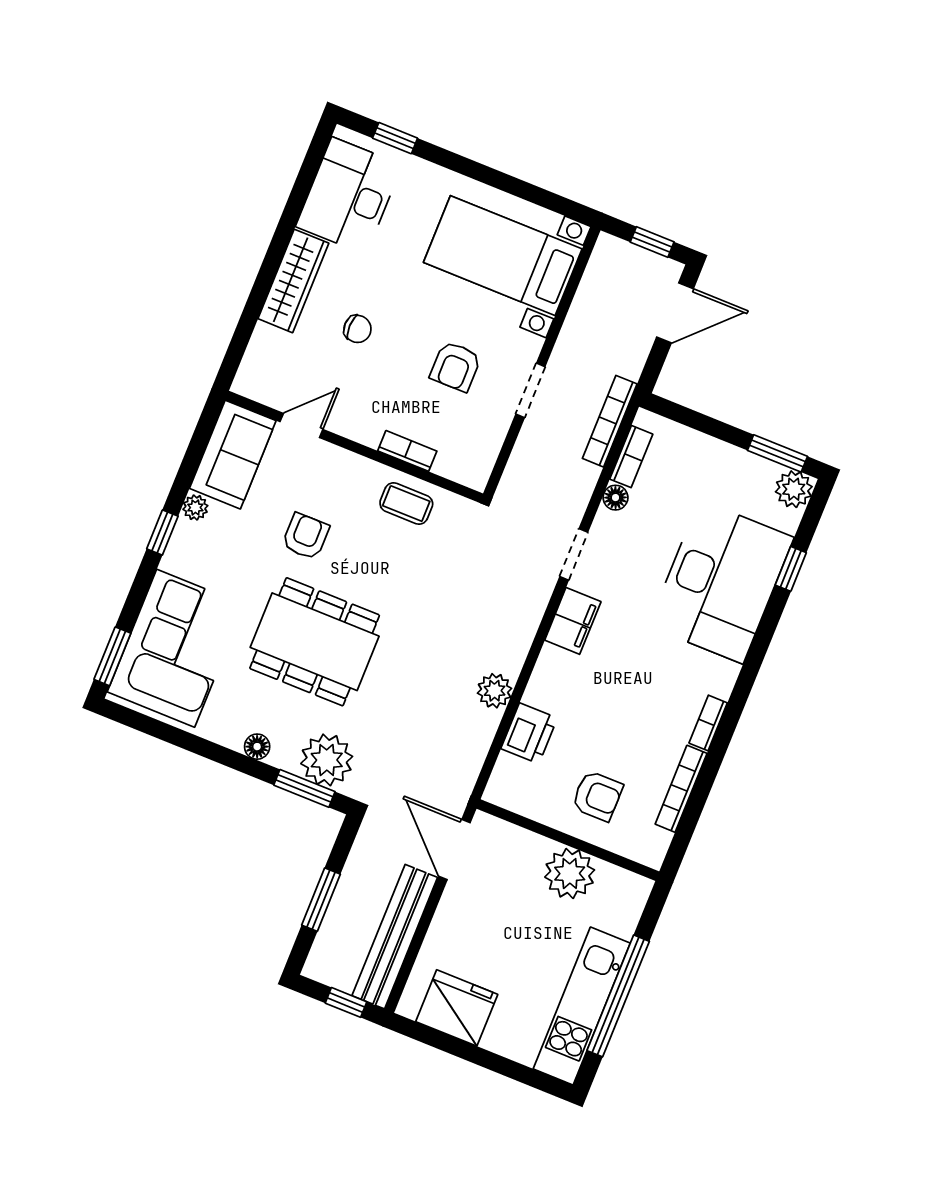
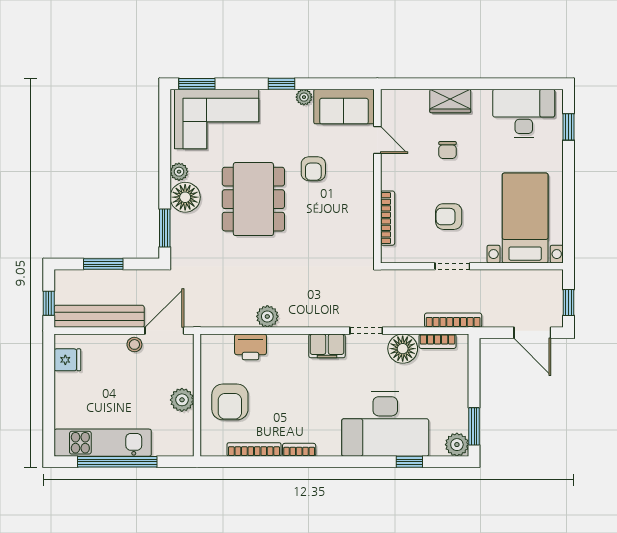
wardrobe: (293, 281) -> (450, 101), width x0.67
bookcase: (407, 451) -> (388, 218), width x1.56
floor lamp: (615, 498) -> (403, 349), width x1.89, depth x1.89
coffee table: (406, 504) -> (356, 220), removed
armchair: (306, 536) -> (313, 169), turned 90
floor lamp: (257, 747) -> (185, 197), width x1.89, depth x1.89
plant: (327, 760) -> (179, 172), moved, width x0.53, depth x0.53
armchair: (597, 796) -> (230, 402), width x1.38, depth x1.38
plant: (570, 874) -> (182, 400), width x0.73, depth x0.73
stool: (457, 902) -> (134, 344), added
fridge: (457, 1008) -> (67, 360), width x0.53, depth x0.75

